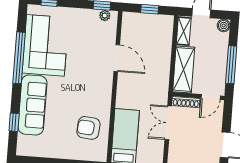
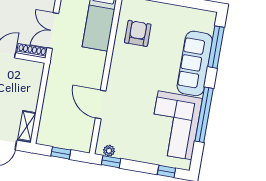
shelving: (184, 70) -> (31, 86), removed
window: (14, 122) -> (216, 47), width x2.17
double door: (168, 123) -> (53, 31), swing flipped
armchair: (88, 128) -> (138, 33), turned -95

